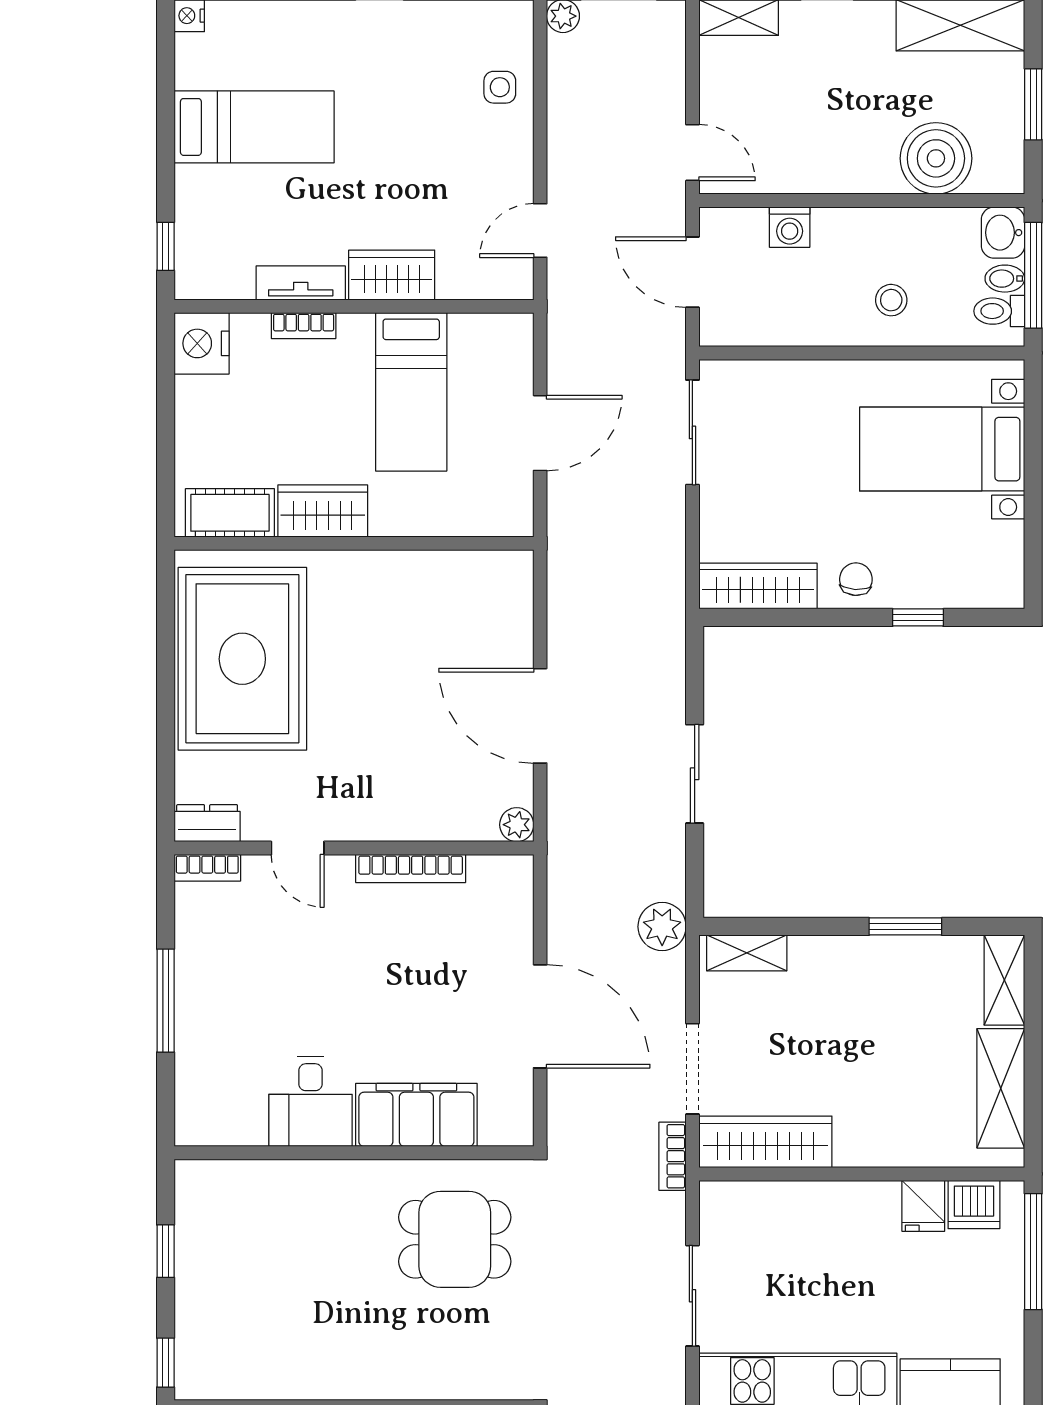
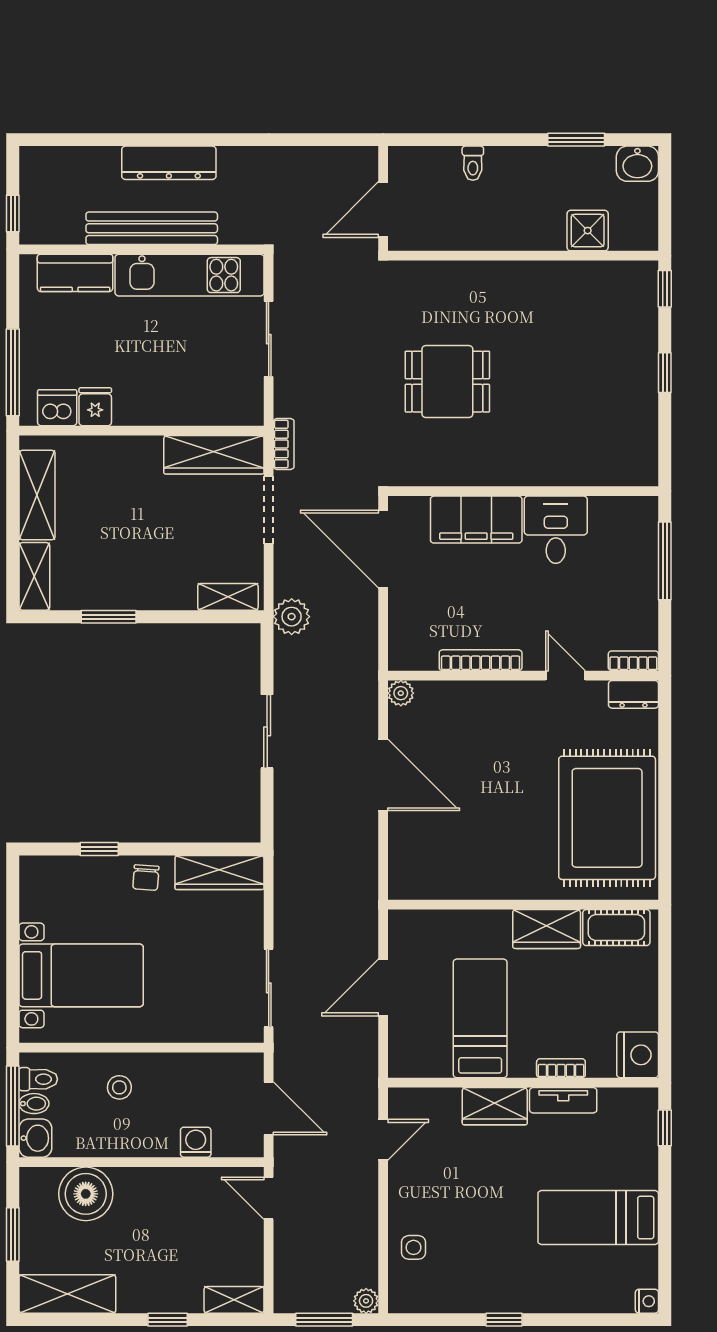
desk: (311, 1101) -> (556, 530), moved
filing cabinet: (416, 1115) -> (476, 520), moved
wall: (354, 1153) -> (523, 491), moved

